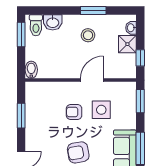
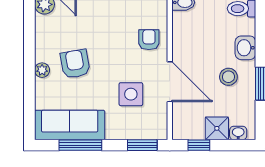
washbasin: (53, 22) -> (245, 48), moved
door: (92, 80) -> (170, 82), width x1.36
armchair: (74, 112) -> (149, 40), moved

